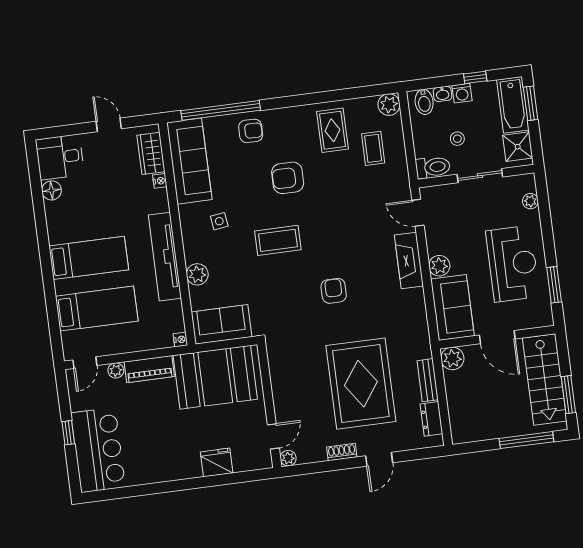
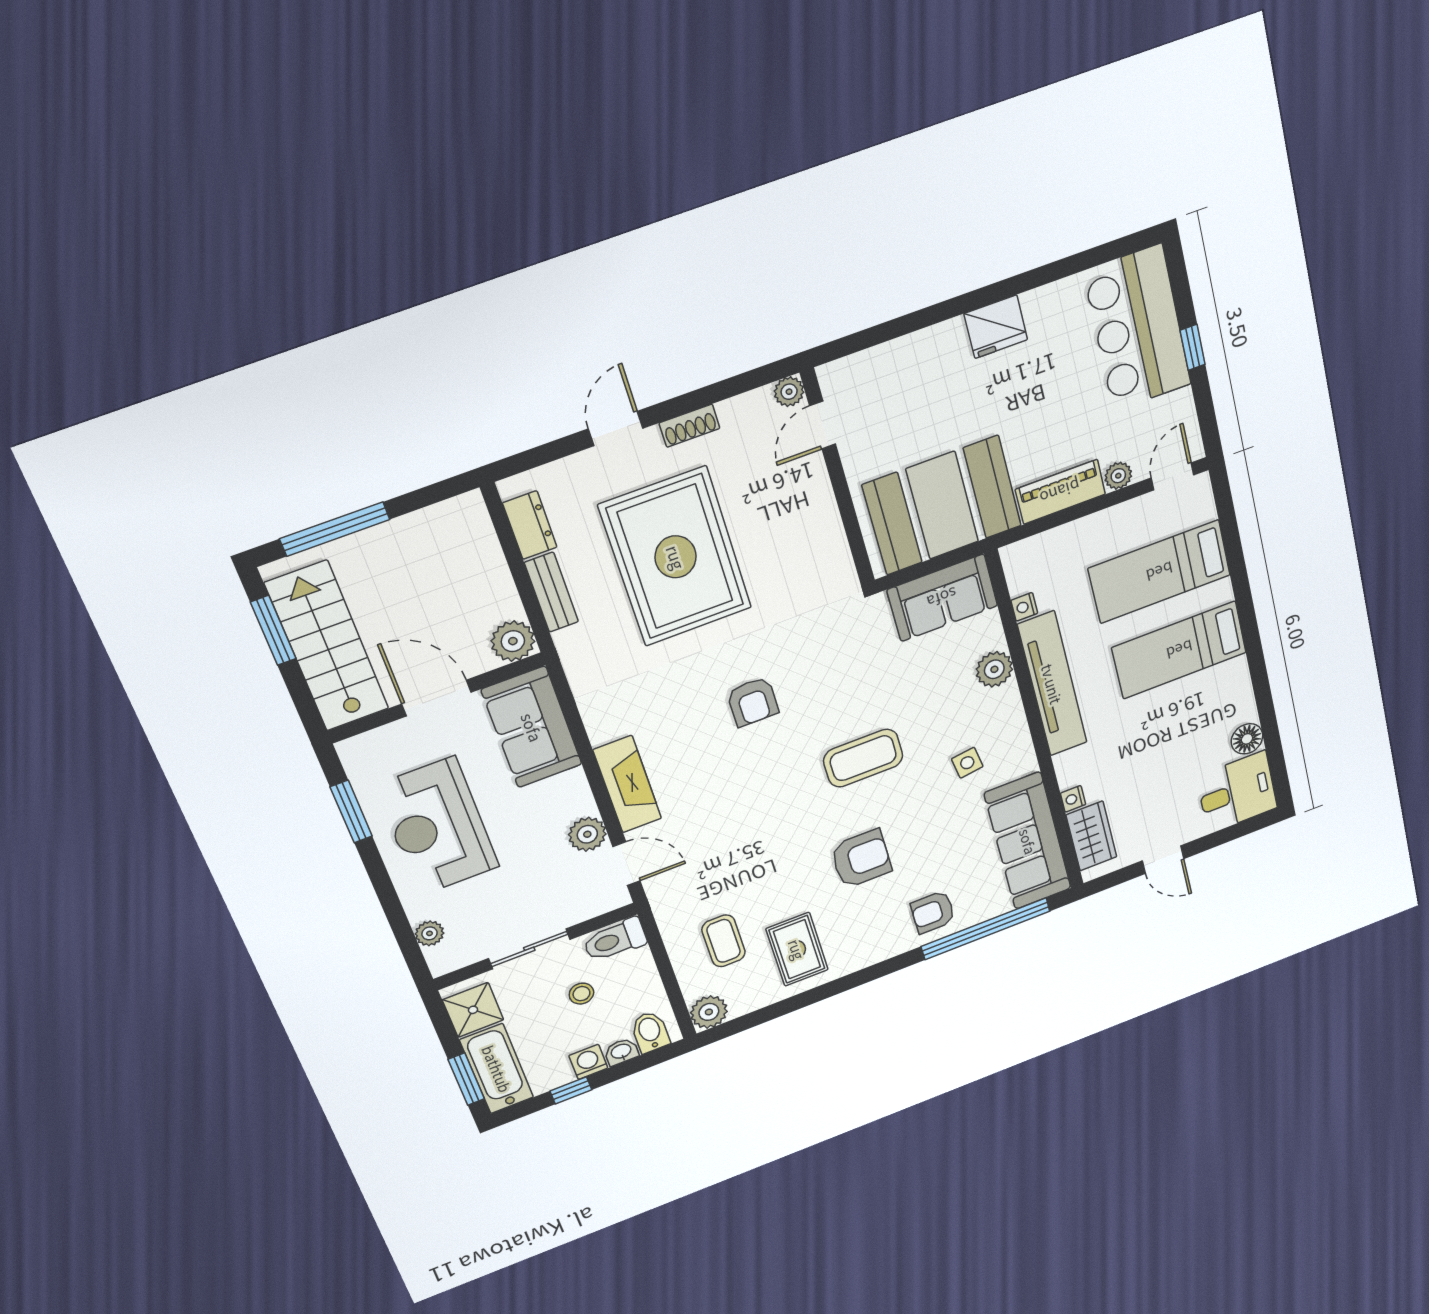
plant: (439, 266) -> (587, 834), moved
nightstand: (180, 339) -> (1024, 607), moved
fridge: (217, 462) -> (996, 327), moved

